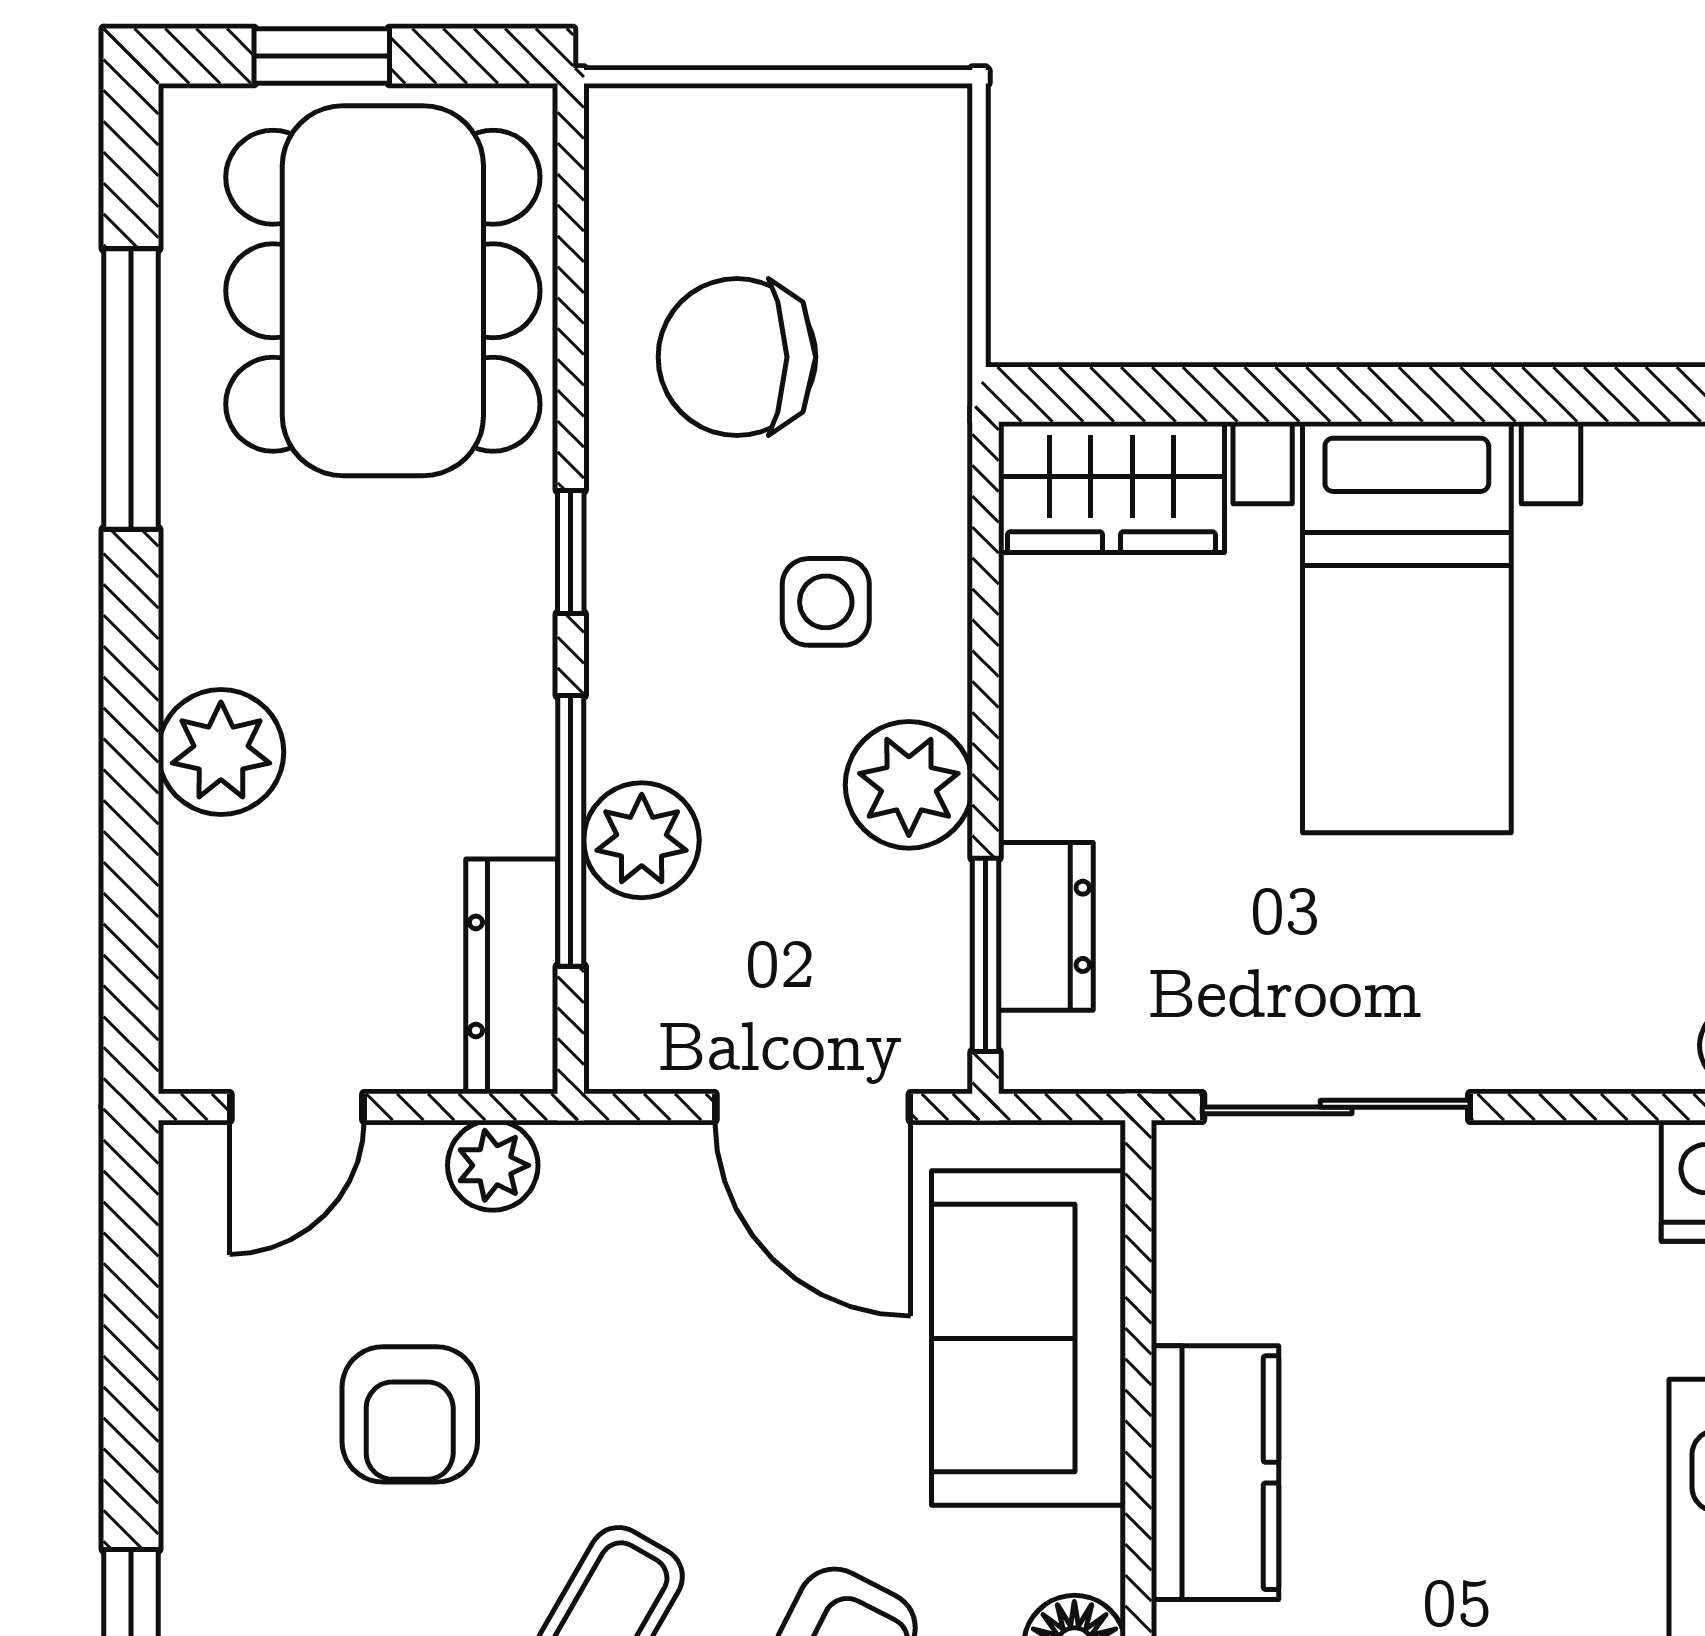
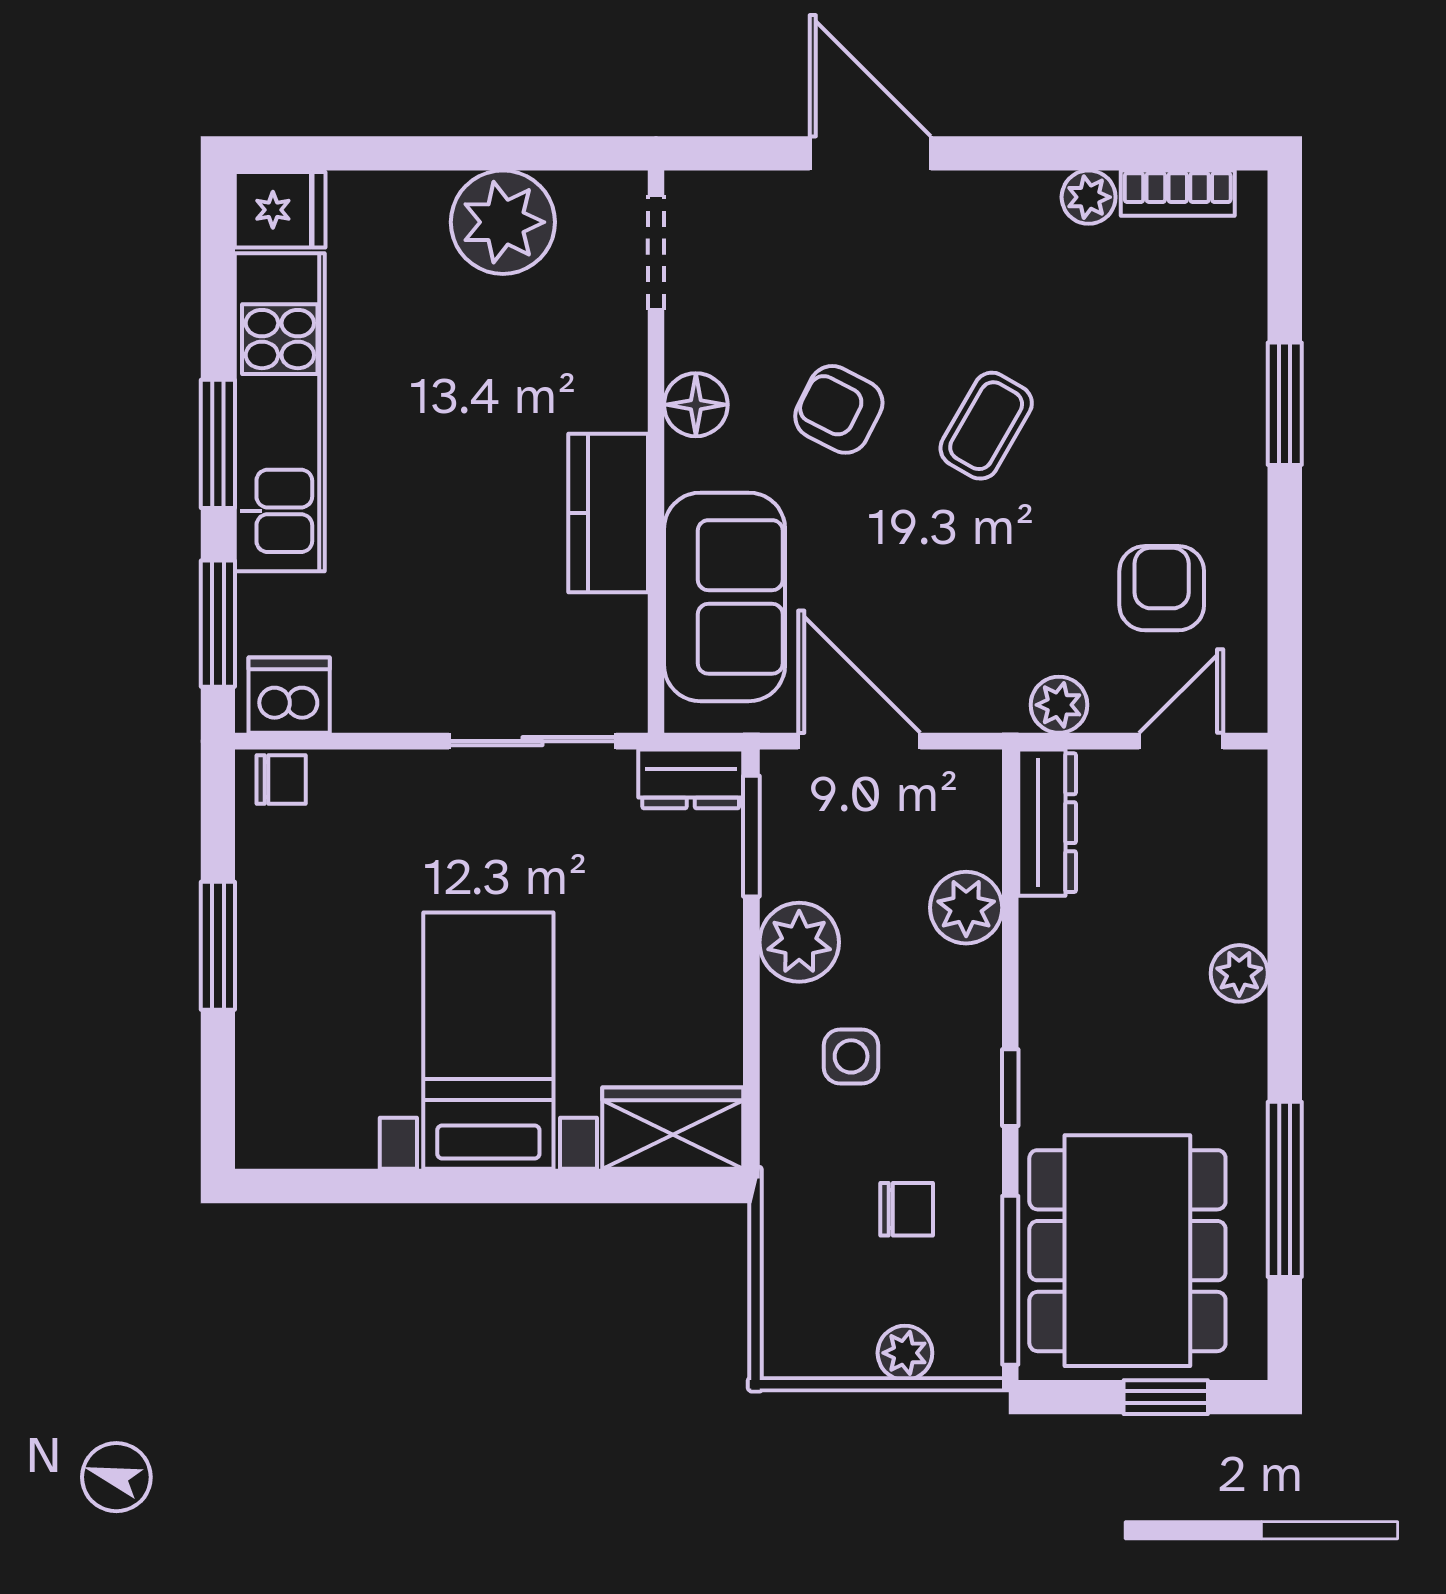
plant: (740, 127) -> (905, 1353), added
chair: (737, 357) -> (907, 1209), width x0.54, depth x0.54
plant: (221, 752) -> (1239, 973), width x0.73, depth x0.73
window: (571, 831) -> (1010, 1280), moved
dresser: (1046, 926) -> (691, 779), moved, turned -90
armchair: (410, 1414) -> (1162, 588), moved

